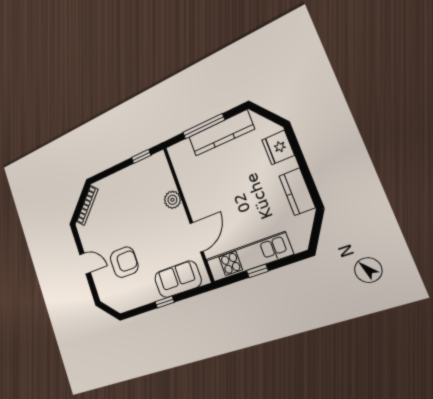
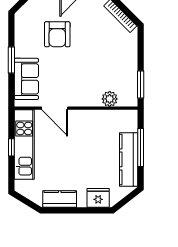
window: (141, 156) -> (141, 85), width x1.50
plant: (172, 200) -> (110, 99), moved
window: (165, 302) -> (11, 60), width x1.50

